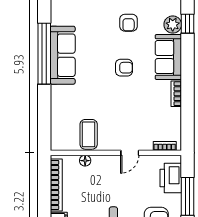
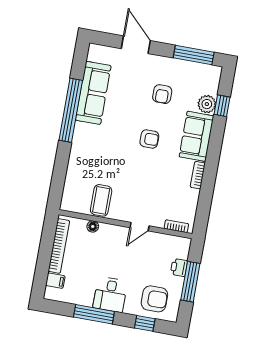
sofa: (63, 55) -> (93, 93), moved
printer: (171, 178) -> (179, 268), width x0.53, depth x0.68

